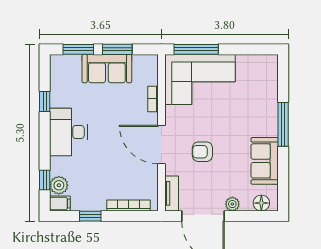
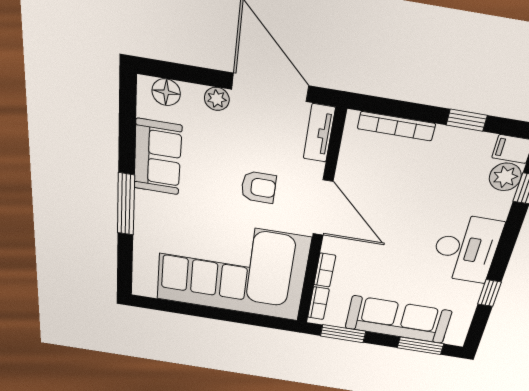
window: (117, 49) -> (343, 334), moved
window: (196, 49) -> (251, 319), removed
sofa: (107, 69) -> (398, 320), width x1.36
bookcase: (153, 72) -> (318, 303), added
corner sofa: (200, 79) -> (232, 269), width x1.36, depth x1.36

